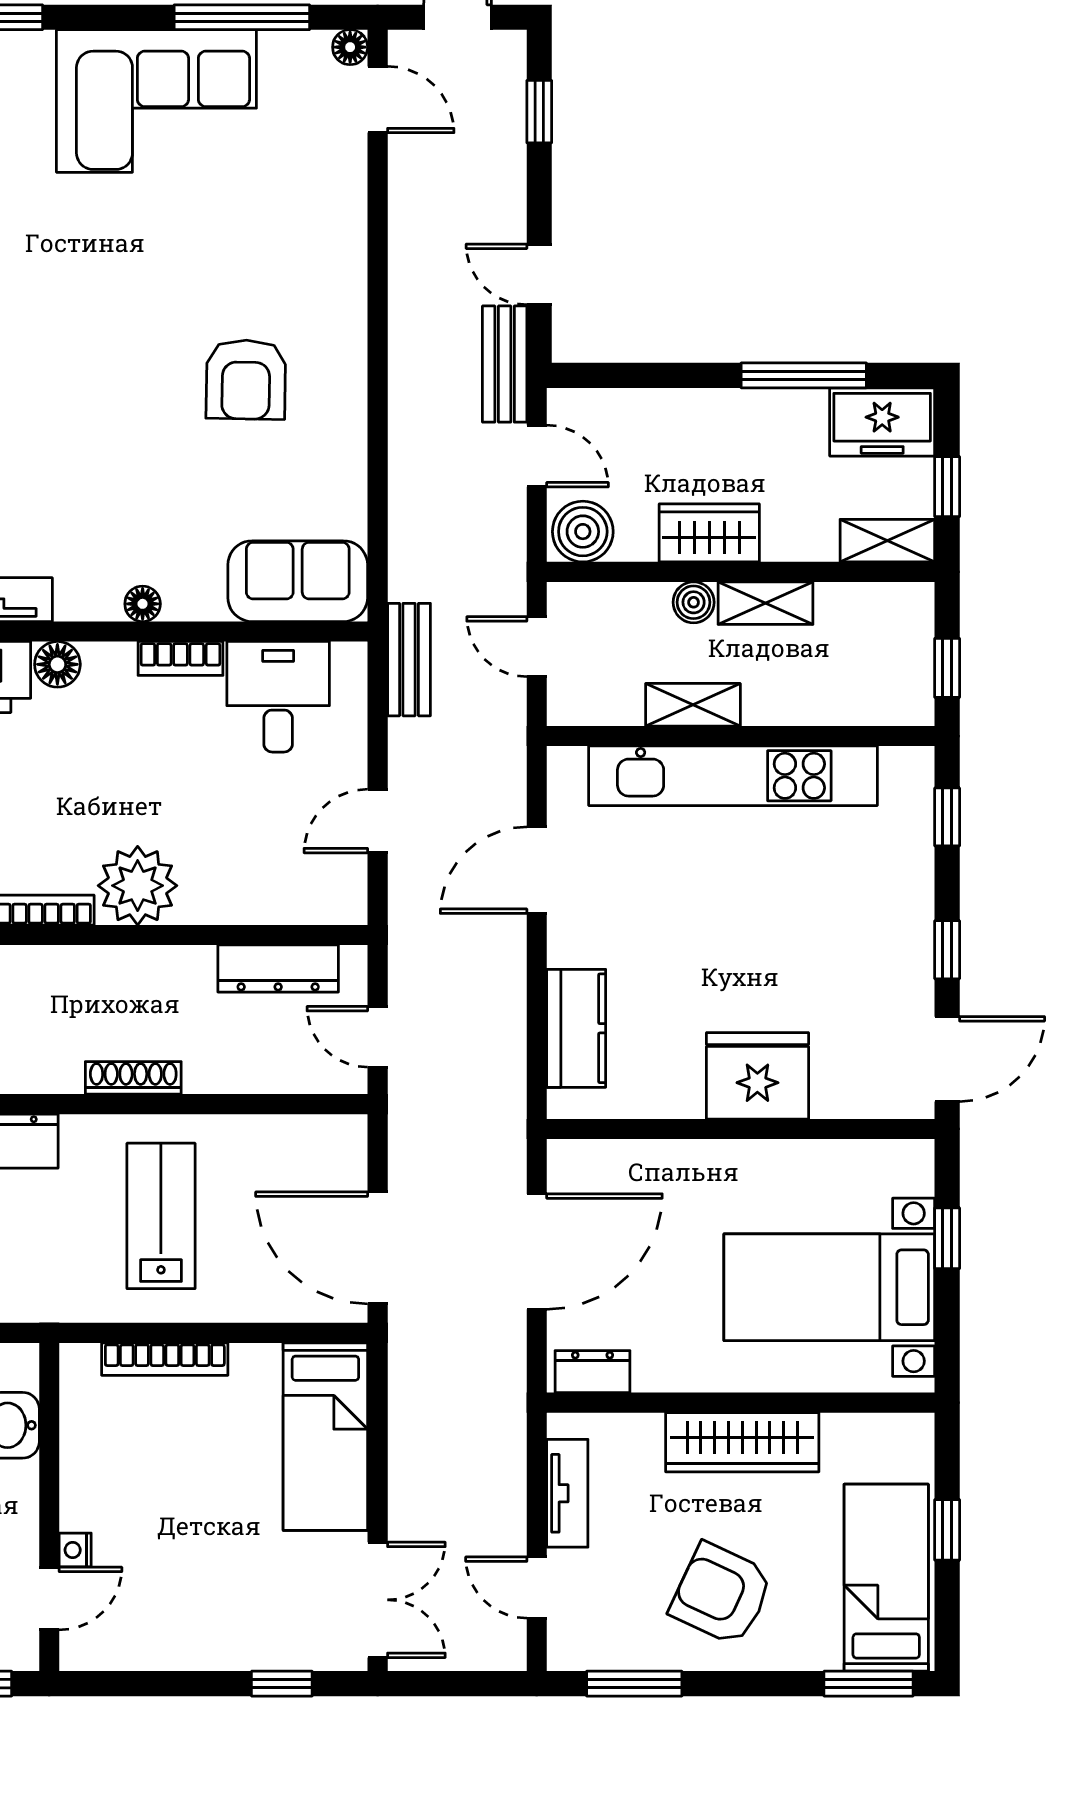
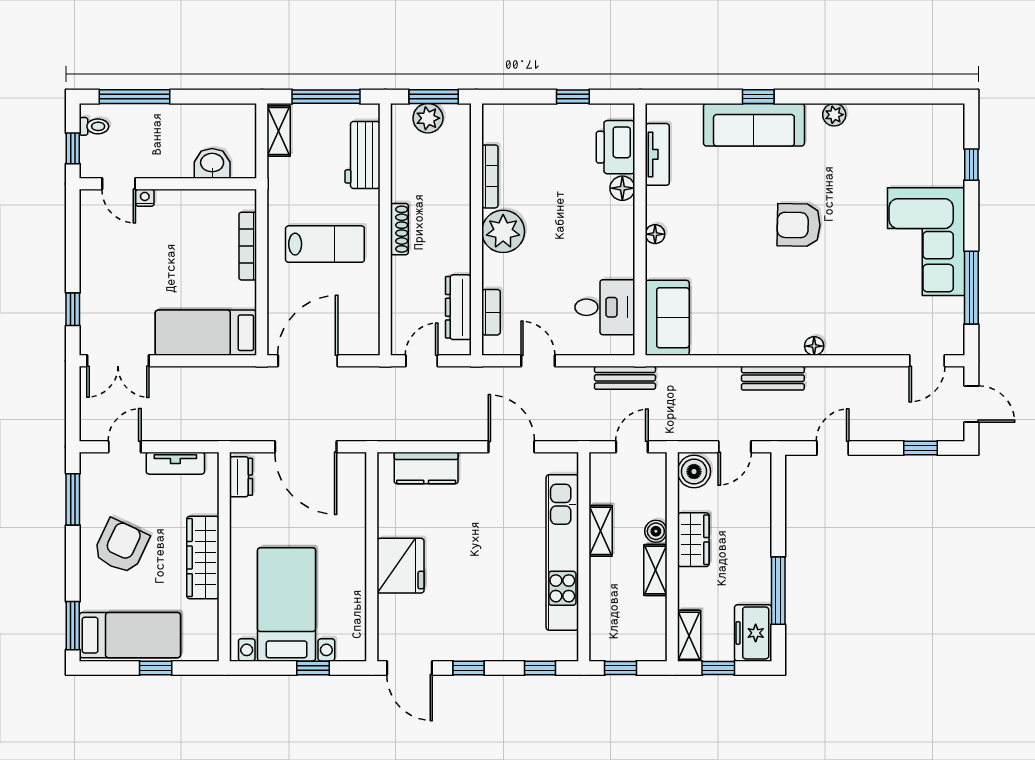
floor lamp: (350, 47) -> (814, 346), moved
bench: (505, 364) -> (773, 378), moved
armchair: (246, 380) -> (799, 225), moved
bookcase: (180, 658) -> (491, 312), moved, turned 180

